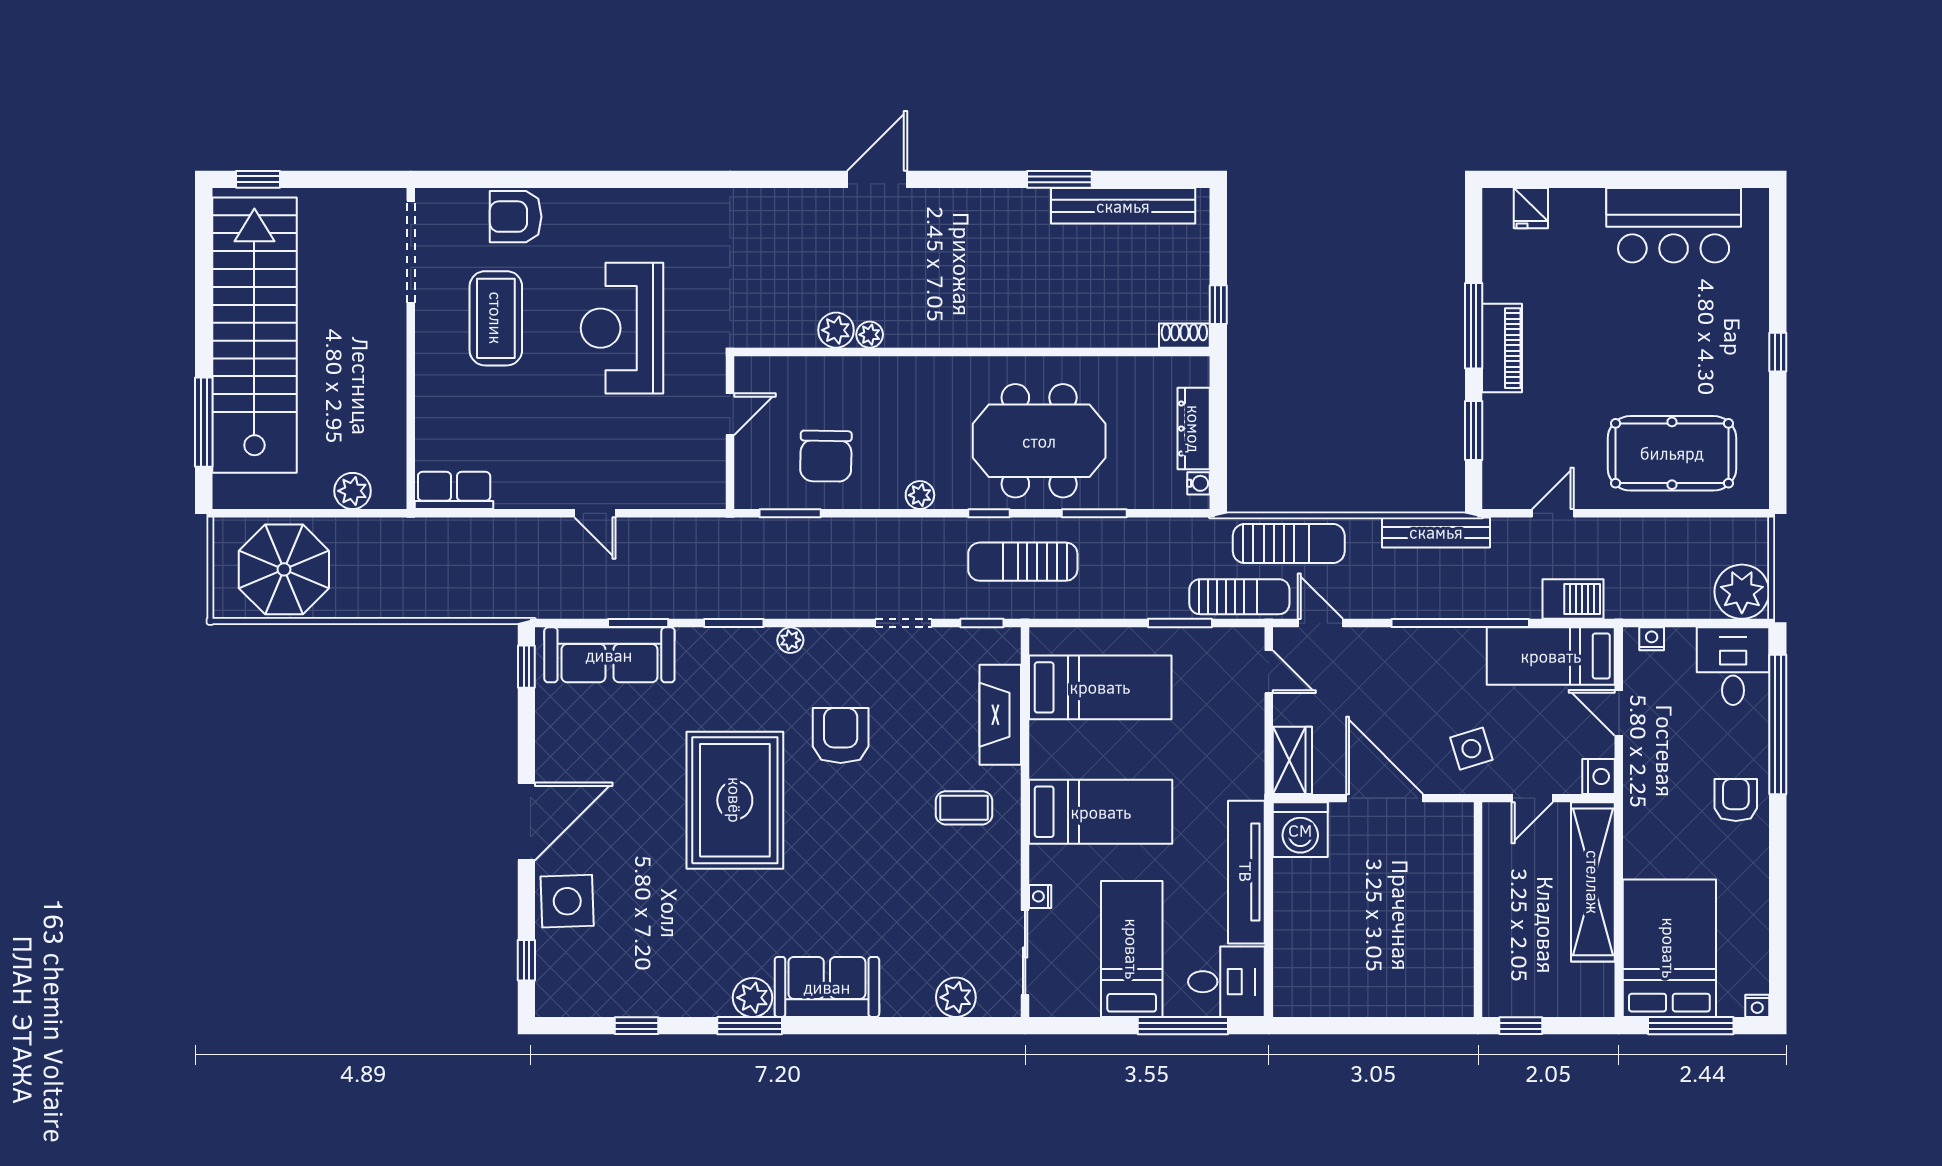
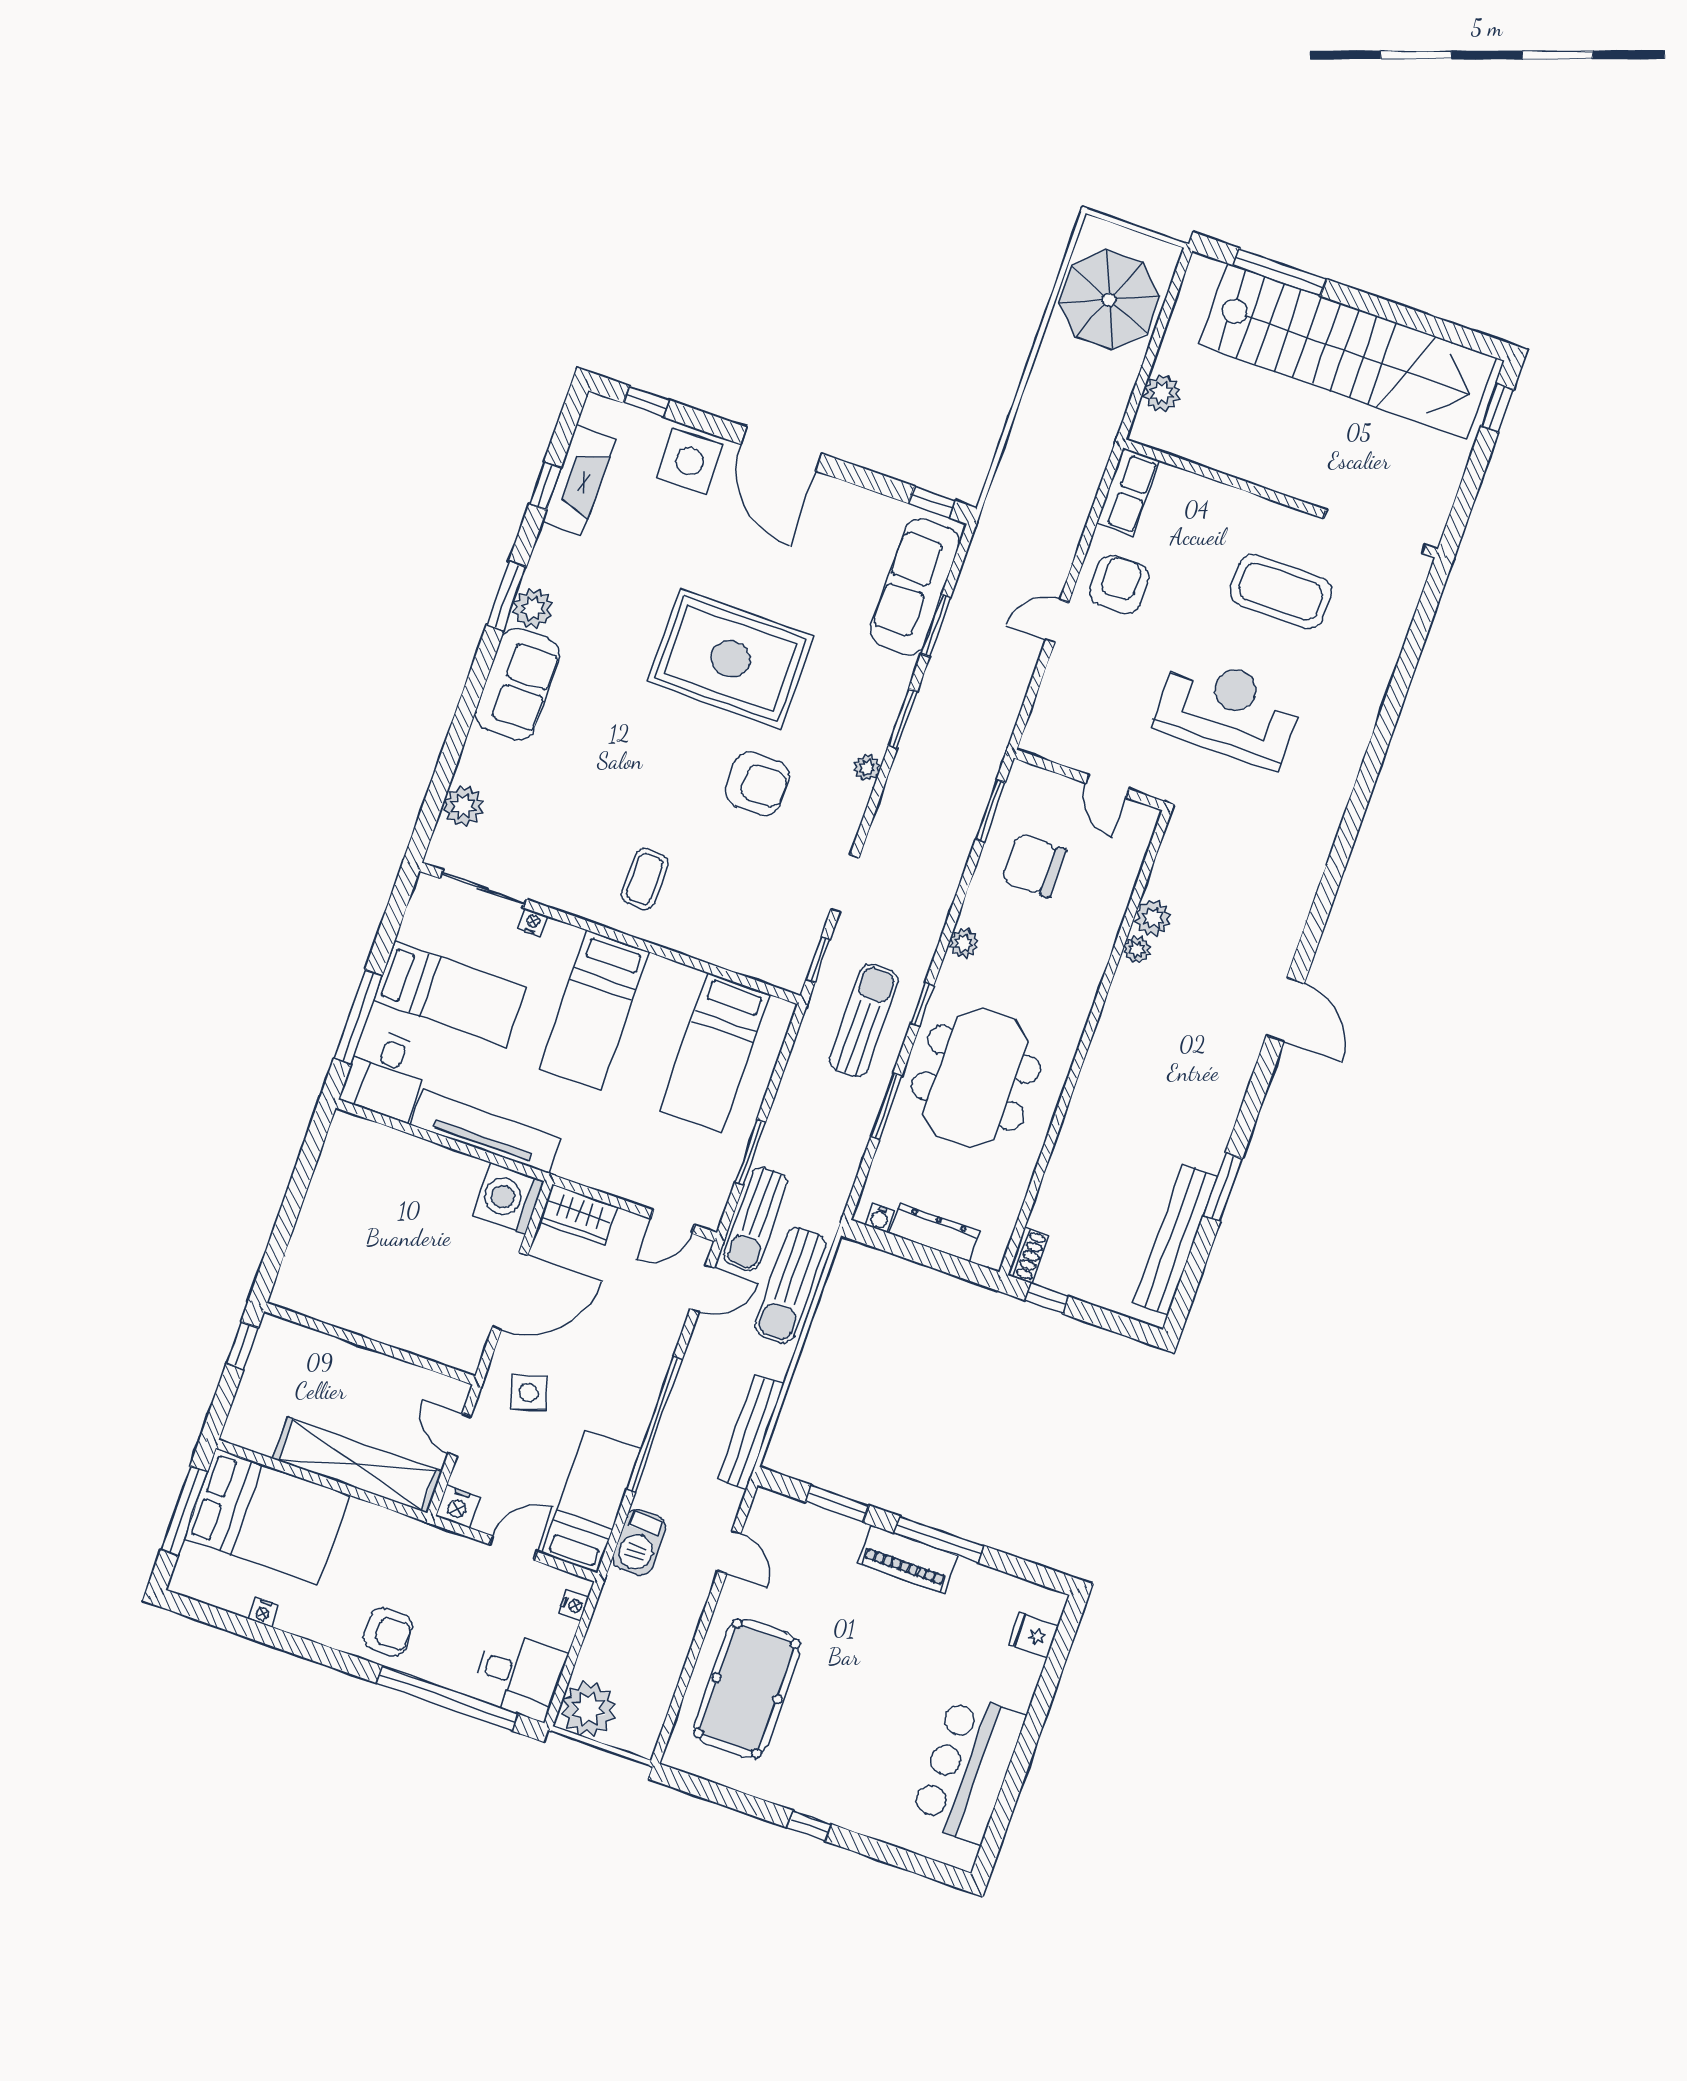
armchair: (516, 217) -> (1119, 584), moved
fireplace: (1000, 715) -> (579, 481), moved, turned 90
nightstand: (1757, 1006) -> (263, 1612), moved, turned -90

